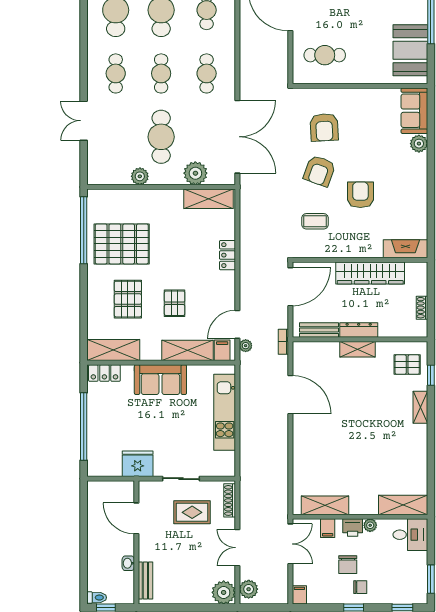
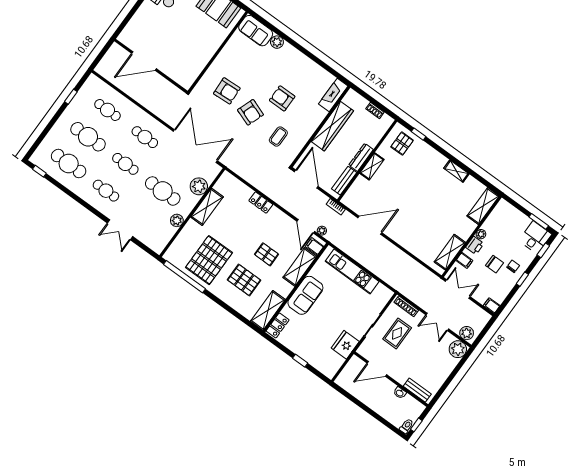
cafe table: (325, 55) -> (185, 60), removed
shelving: (208, 199) -> (207, 207), moved
shelving: (420, 407) -> (456, 171), moved
window: (84, 427) -> (300, 361), width x0.32
desk: (410, 535) -> (535, 237), moved

